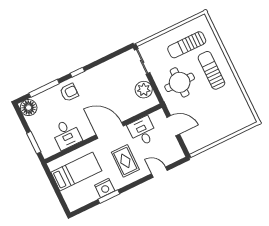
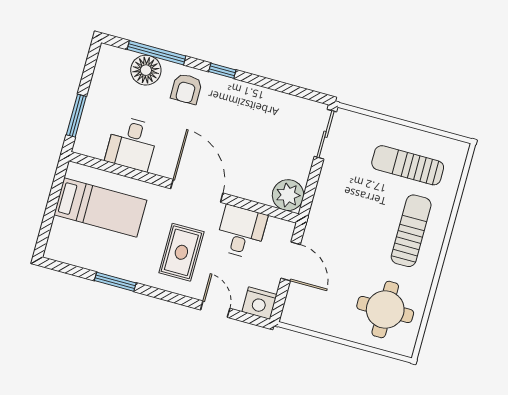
round table: (180, 82) -> (385, 310), moved
plant: (144, 90) -> (288, 195), moved
armchair: (69, 92) -> (186, 89), turned 90
floor lamp: (29, 108) -> (146, 70), moved
nightstand: (105, 188) -> (259, 303), moved

